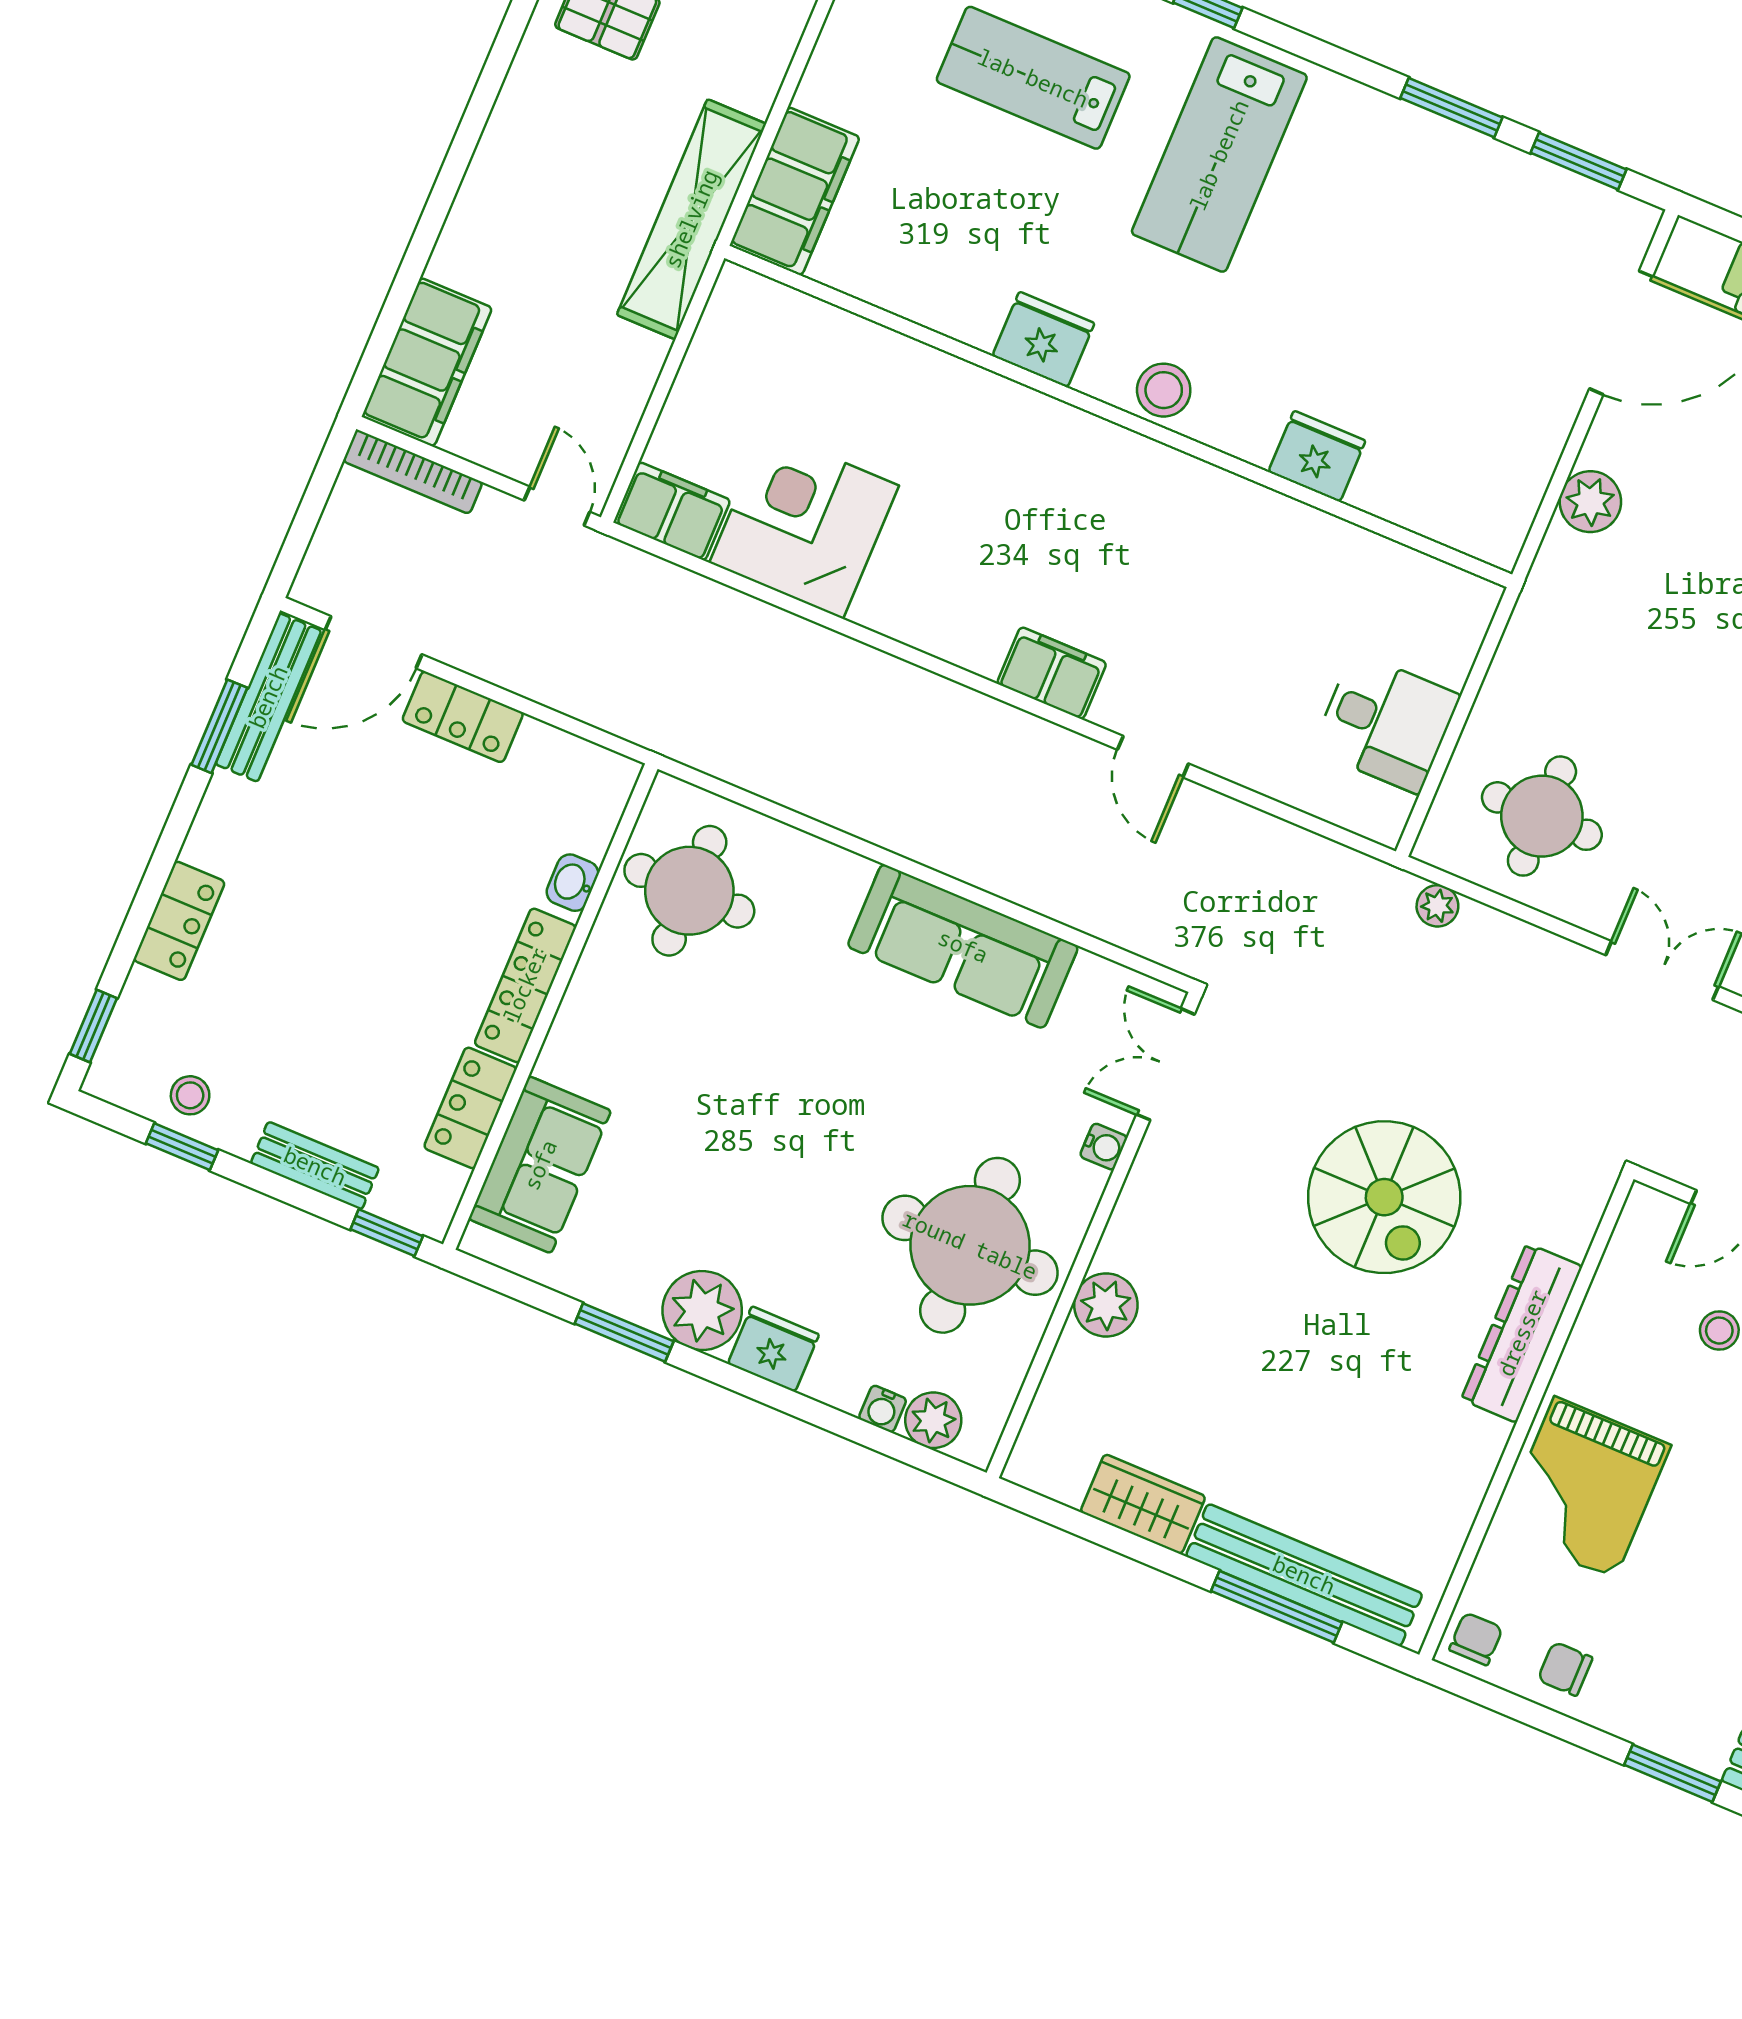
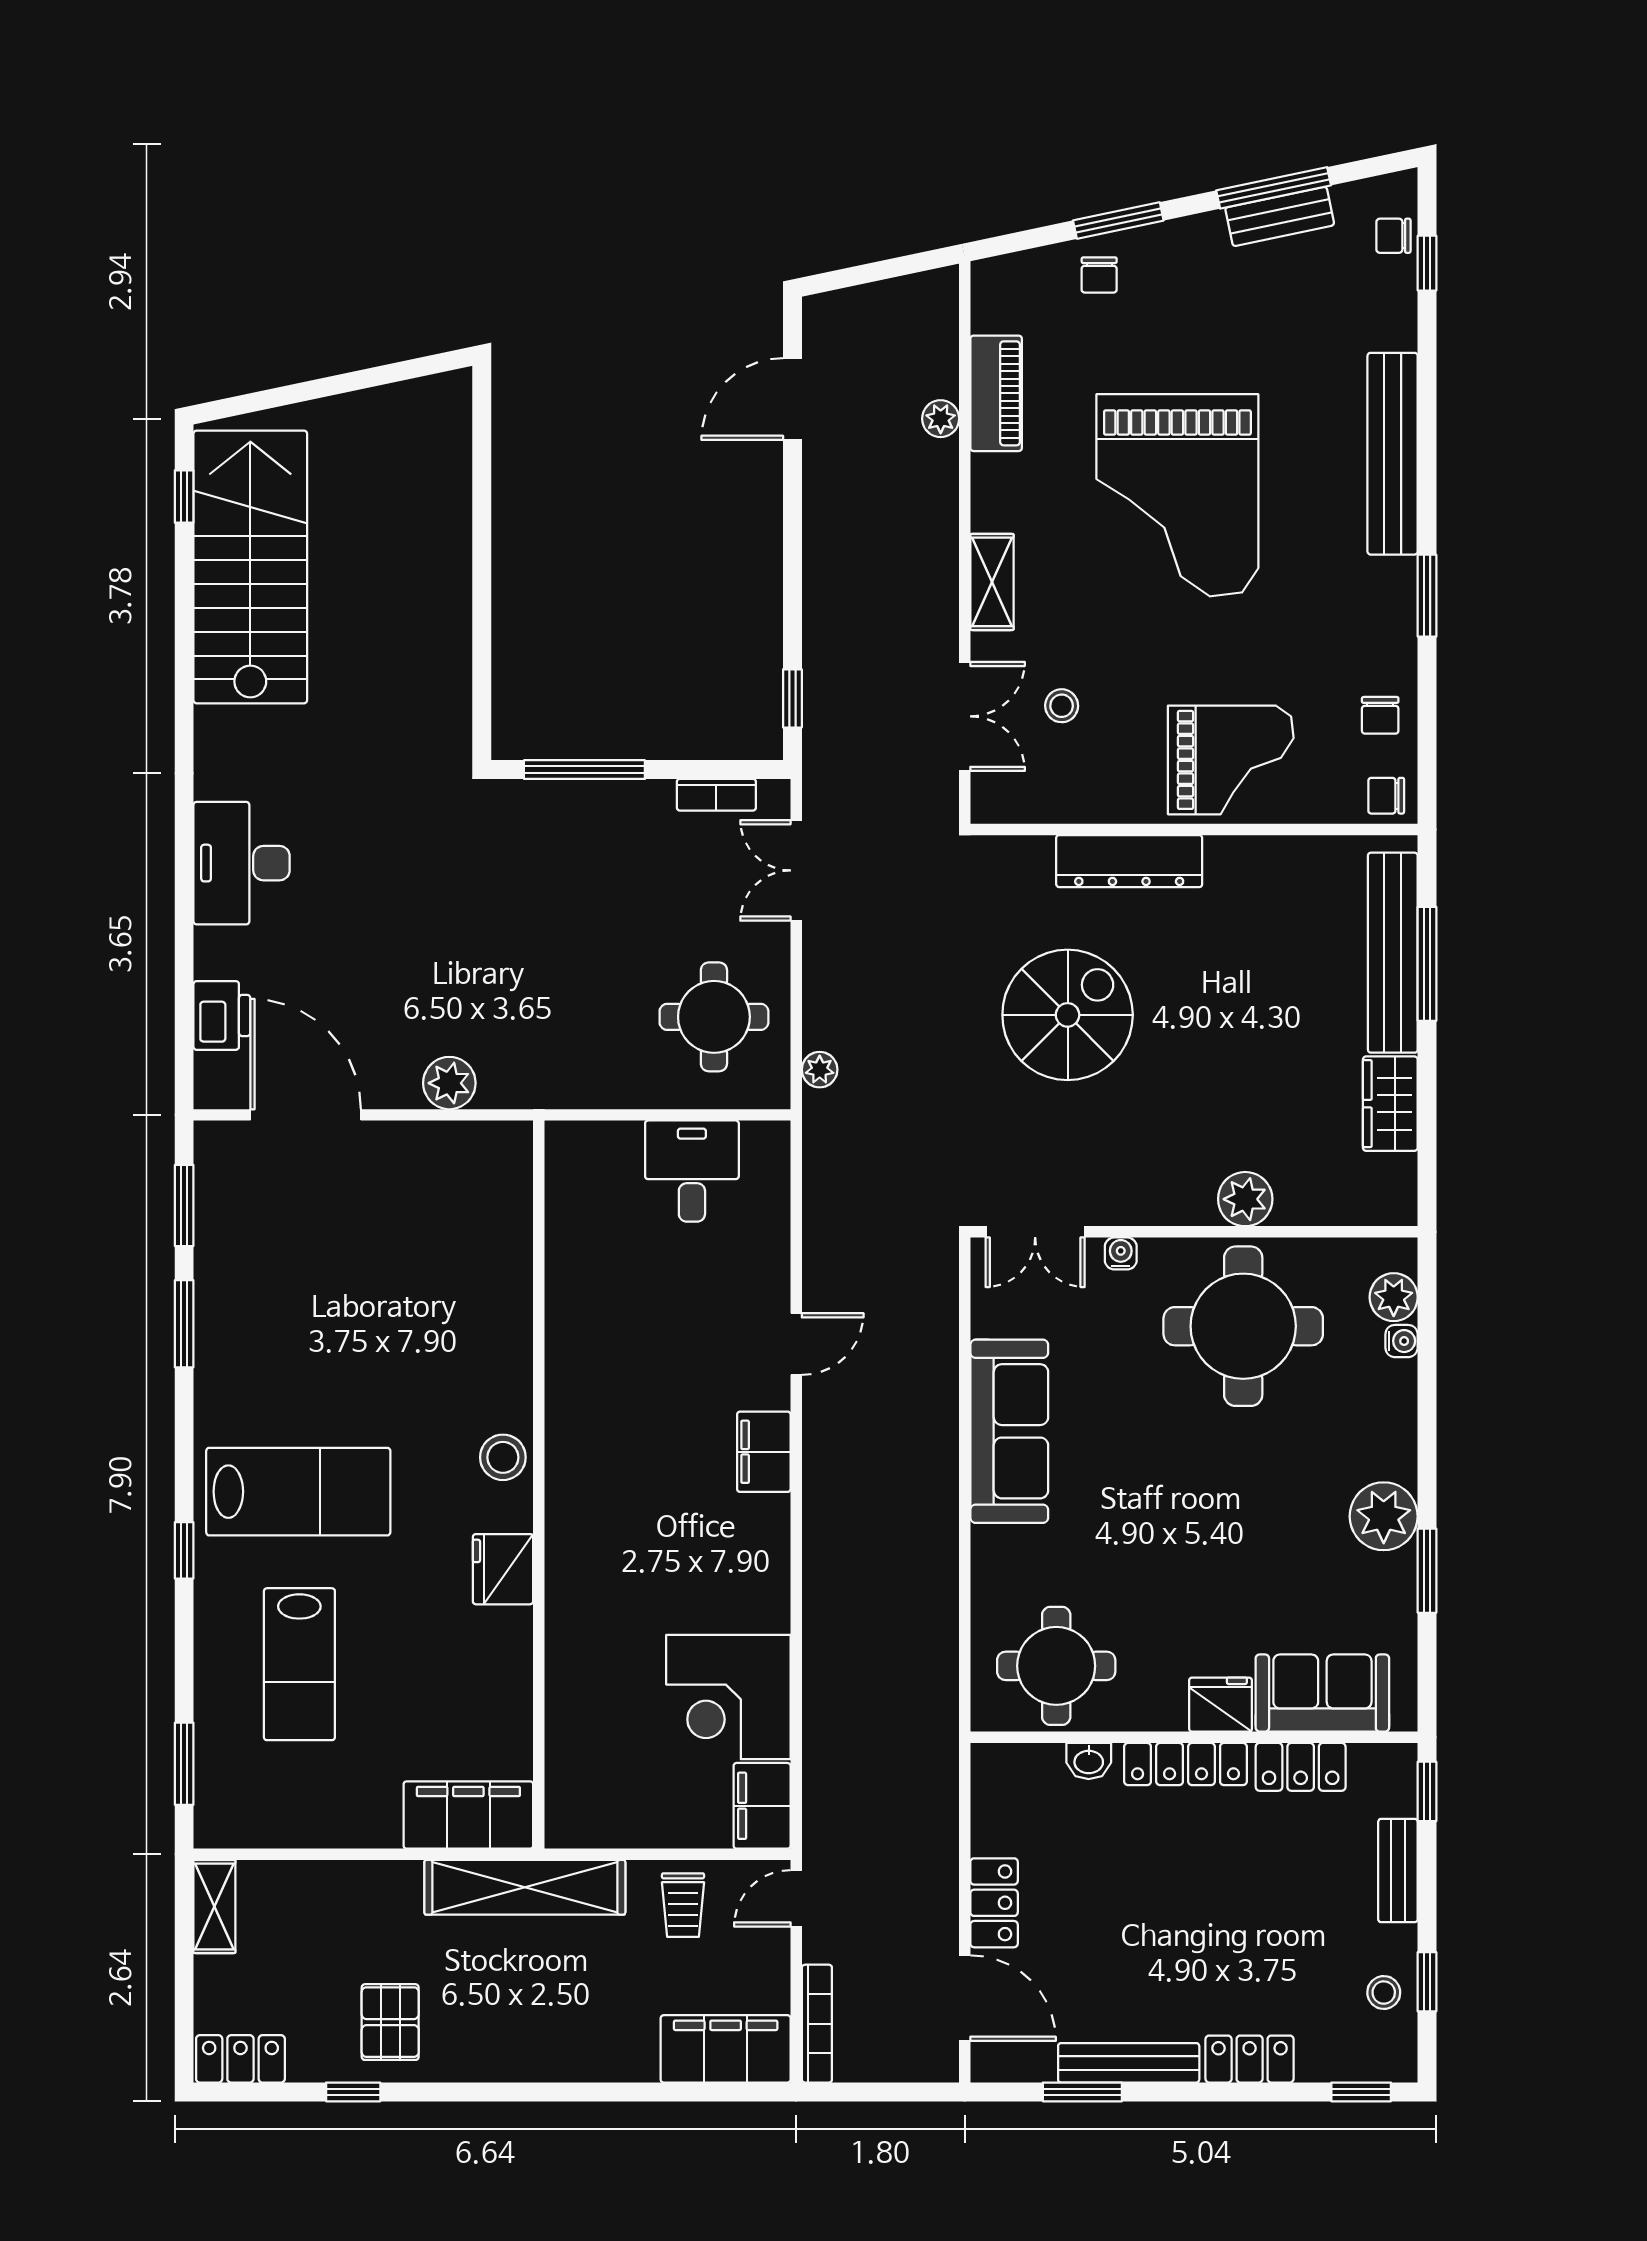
trolley: (601, 381) -> (683, 1905), added
fridge: (1317, 456) -> (504, 1314), removed
bench: (268, 697) -> (1129, 2063), moved
fridge: (773, 1349) -> (1221, 1705), moved, turned 90

